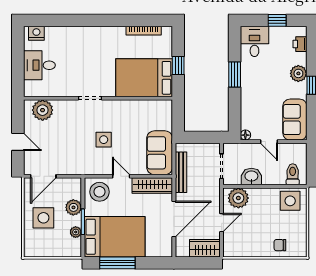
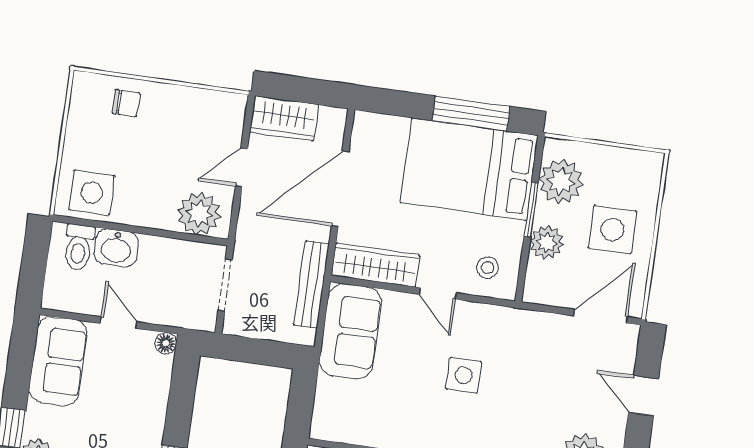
washbasin: (251, 177) -> (116, 248), moved
stool: (99, 192) -> (488, 268), width x0.53, depth x0.53
plant: (76, 232) -> (561, 181), width x1.88, depth x1.88

